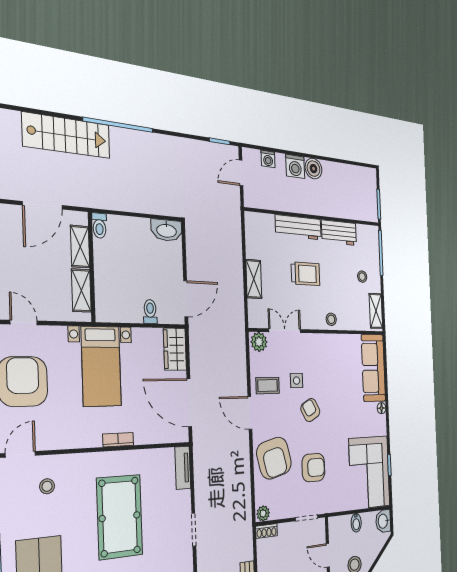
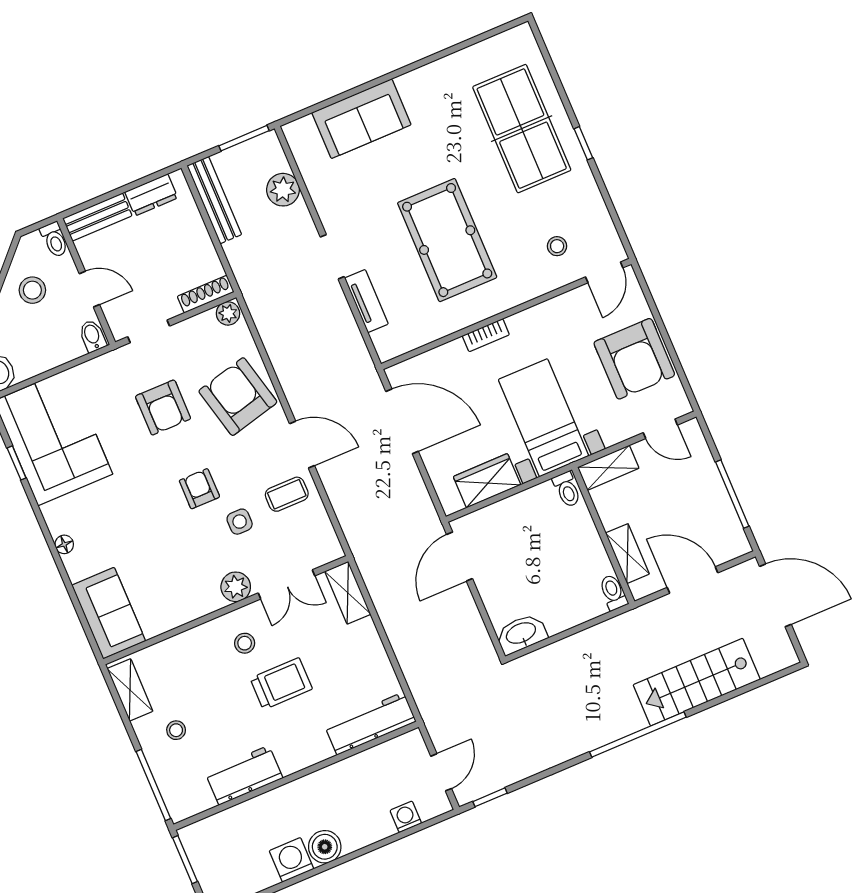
washing machine: (295, 166) -> (292, 860), moved
door: (42, 205) -> (692, 580), hinge flipped
workbench: (298, 227) -> (370, 724), moved
trolley: (306, 274) -> (281, 684), turned 180
shelving: (254, 279) -> (348, 593), moved
shelving: (81, 290) -> (608, 468), moved, turned 90
toilet: (150, 312) -> (567, 489), moved
stool: (331, 319) -> (245, 643), moved
plant: (259, 342) -> (236, 587), moved
wardrobe: (175, 349) -> (487, 481), moved, turned -90
sofa: (373, 368) -> (109, 613), width x0.73
armchair: (310, 410) -> (199, 489), turned -151
tv unit: (183, 468) -> (366, 301), moved
armchair: (313, 468) -> (163, 407), turned -90
bidet: (356, 523) -> (92, 336), moved
shoe rack: (267, 531) -> (206, 294), width x1.43

